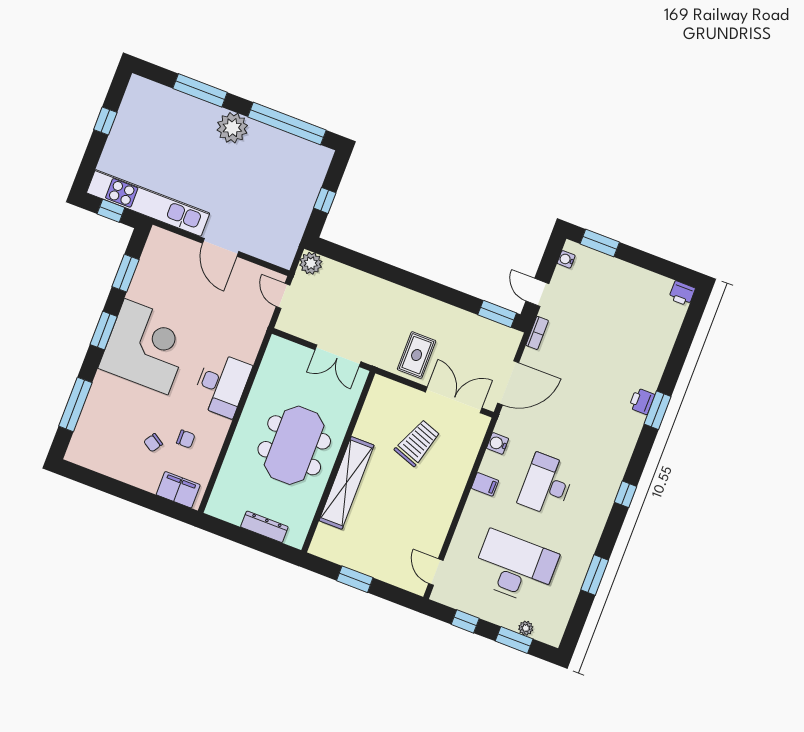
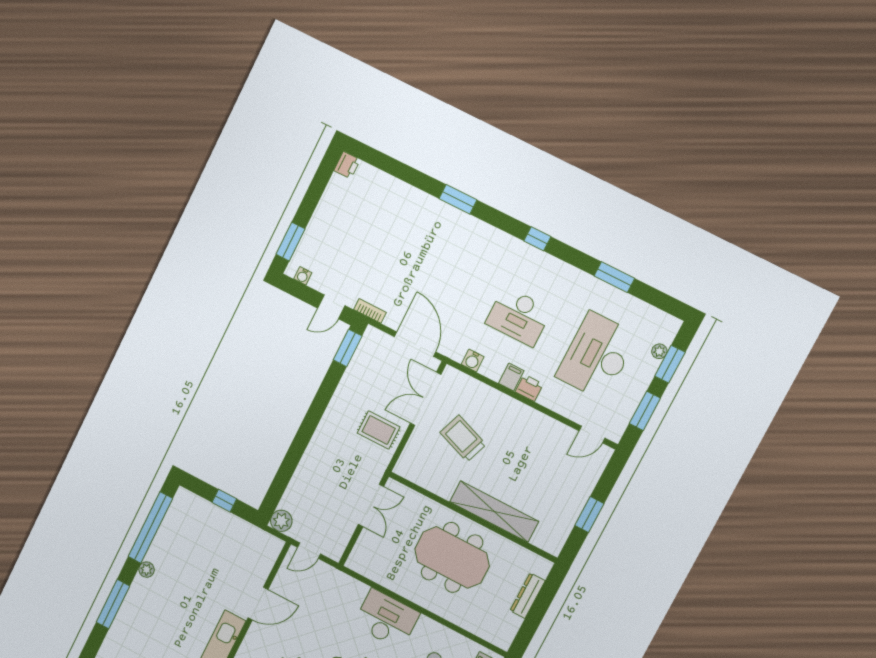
plant: (232, 128) -> (147, 570), width x0.53, depth x0.53
printer: (642, 401) -> (529, 388), moved, turned 180
window: (465, 621) -> (645, 411), width x1.50

